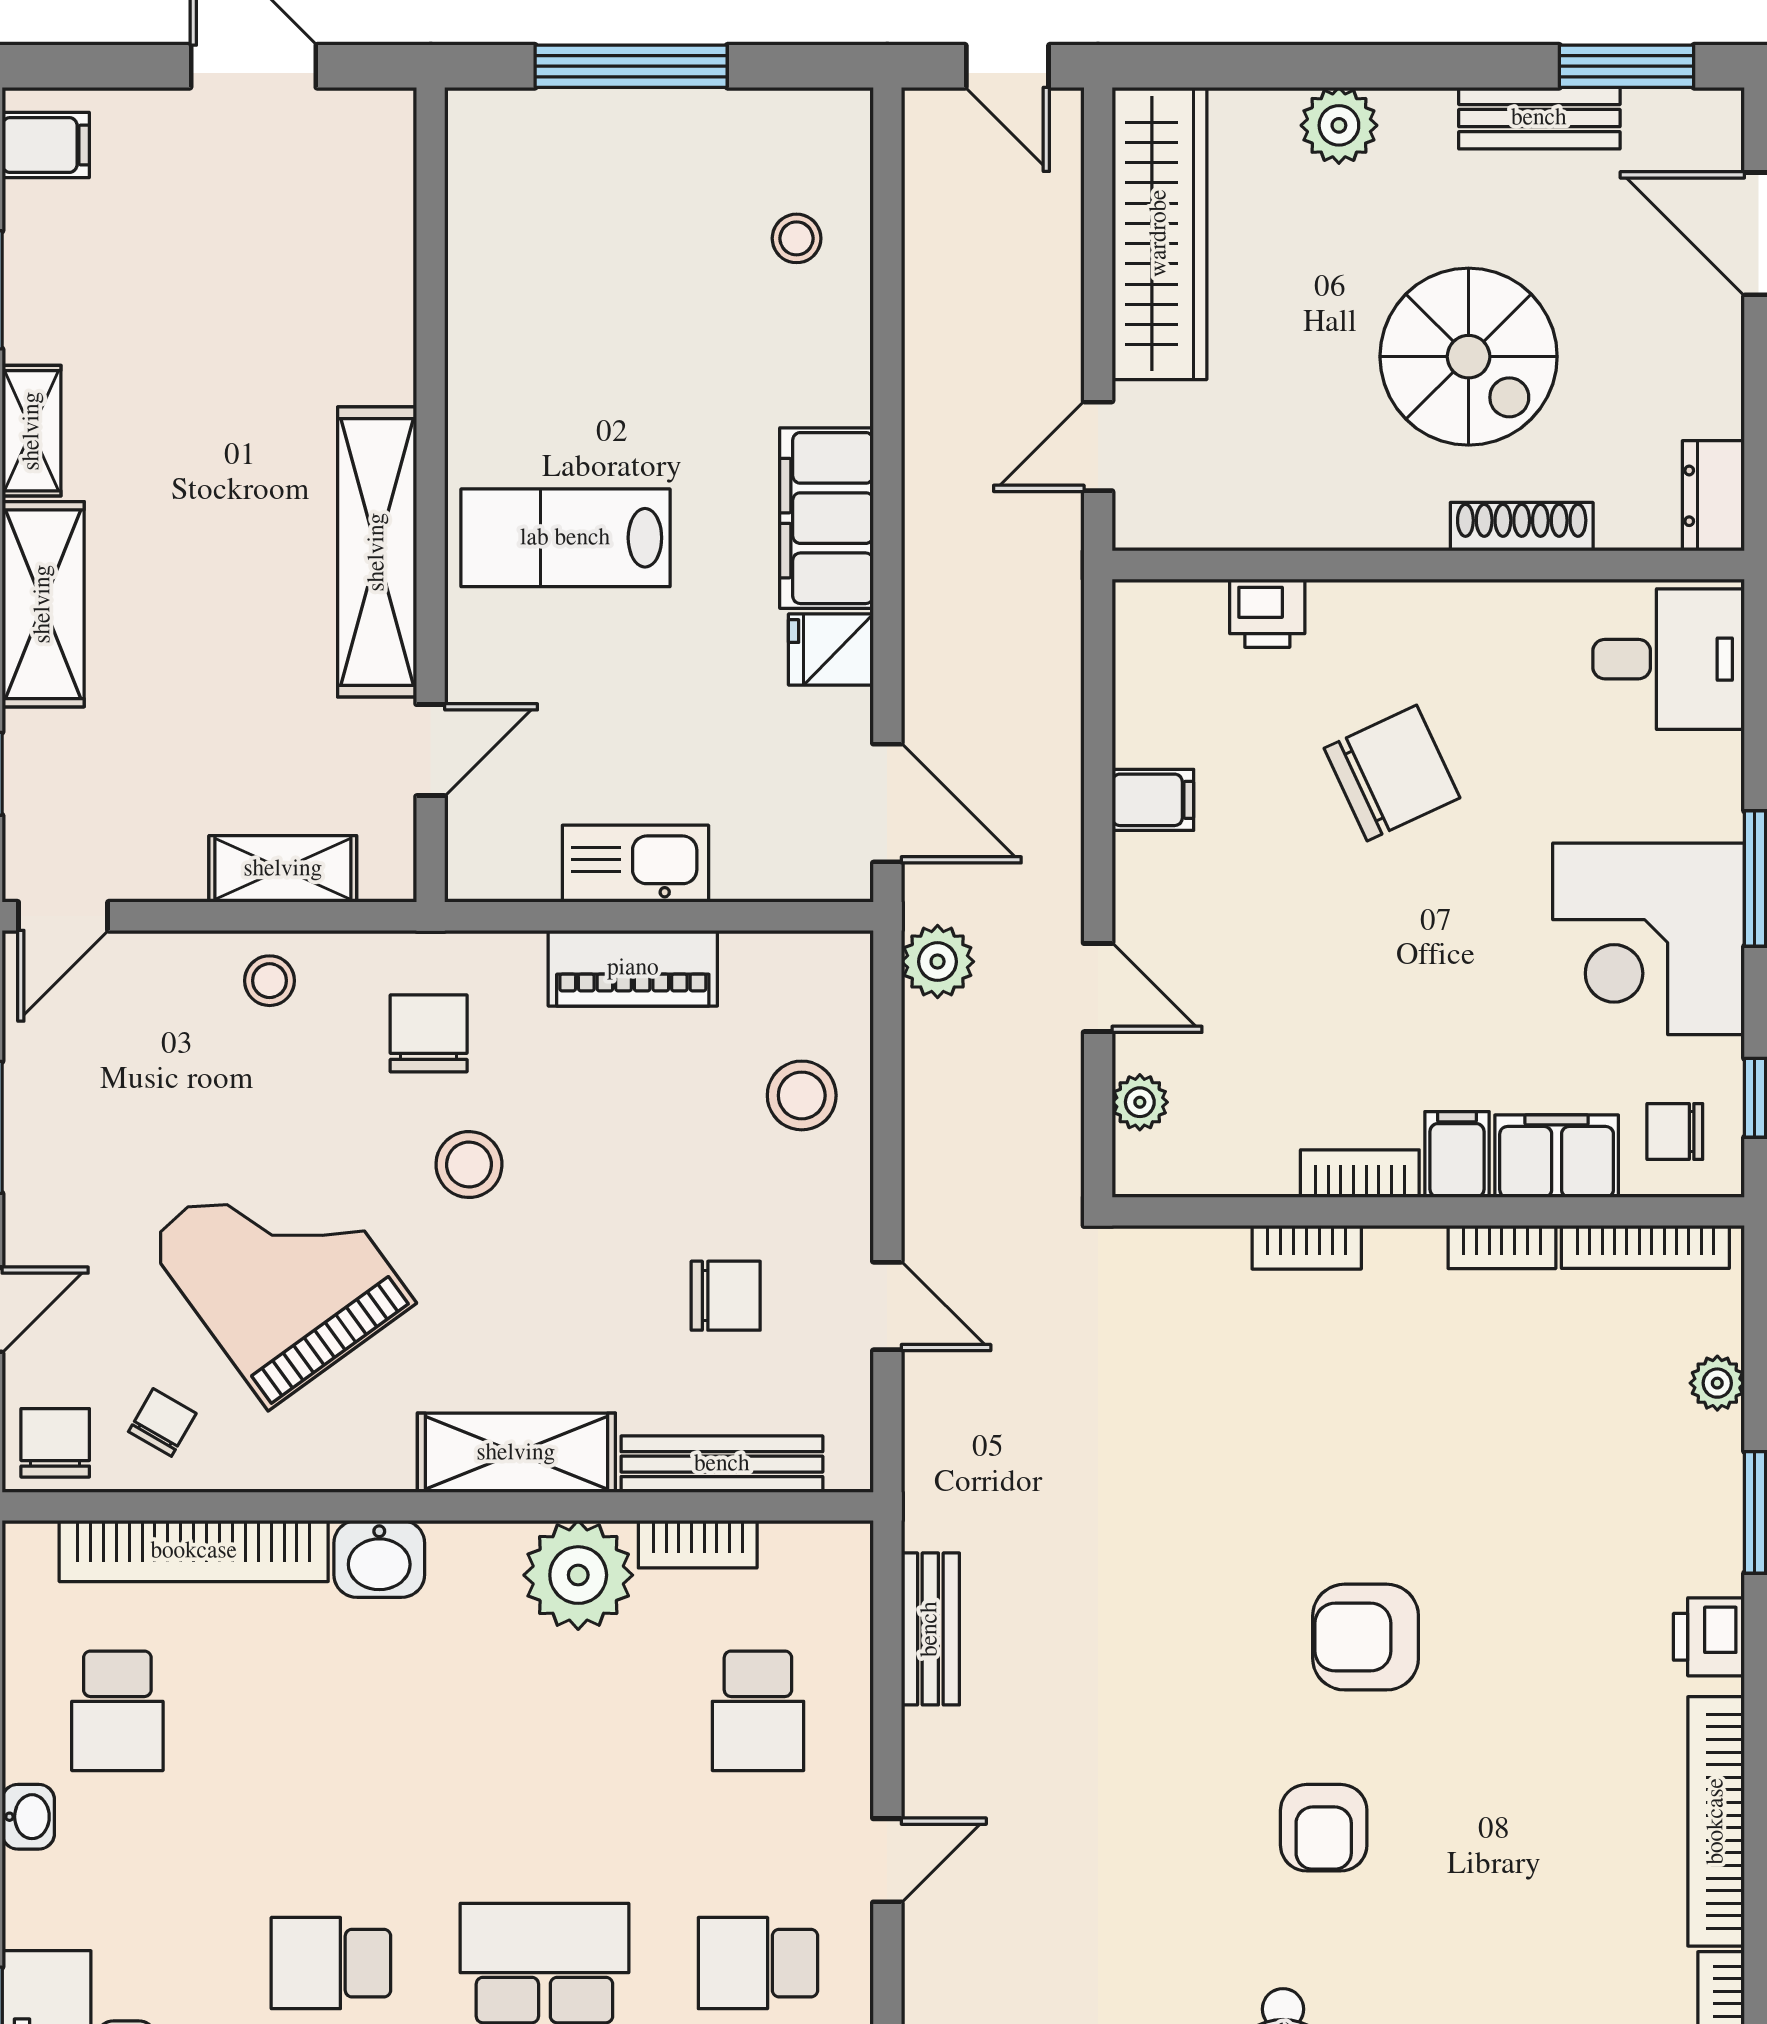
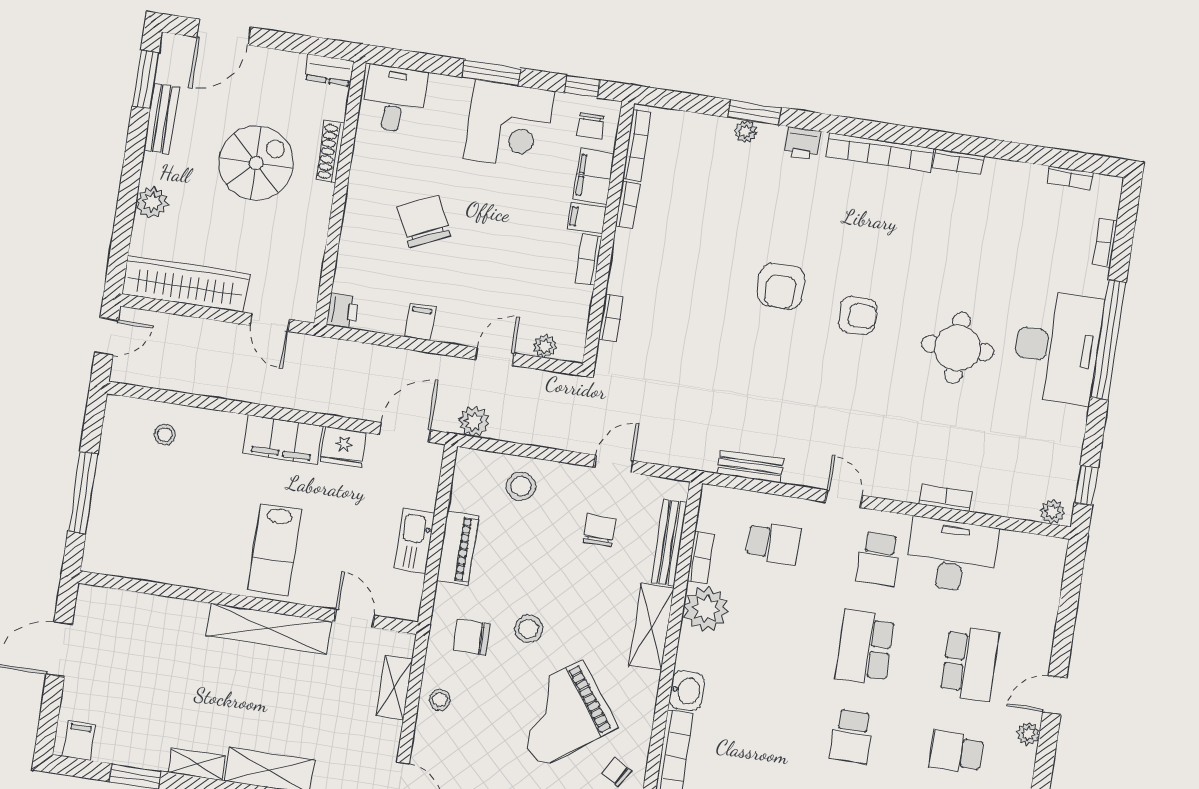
printer: (1267, 613) -> (343, 311), moved
fridge: (831, 650) -> (343, 447), width x1.38
bookcase: (1307, 1247) -> (611, 318), moved
plant: (1717, 1383) -> (746, 132), moved

